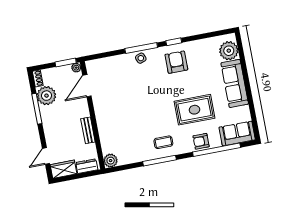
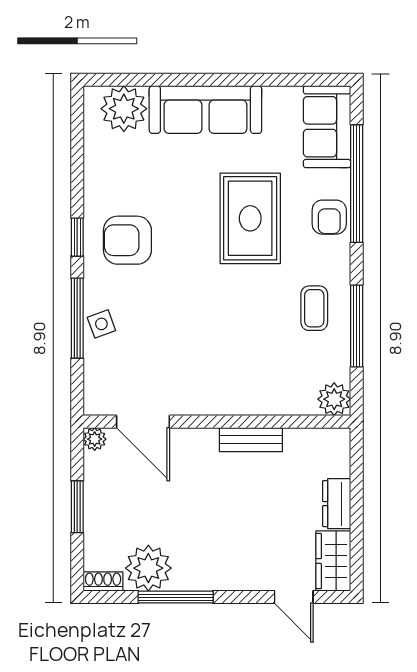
plant: (76, 68) -> (95, 439), moved
door: (87, 86) -> (143, 422), moved
wall: (93, 115) -> (217, 422), moved
bench: (88, 130) -> (251, 440), moved
plant: (111, 161) -> (334, 399), moved

